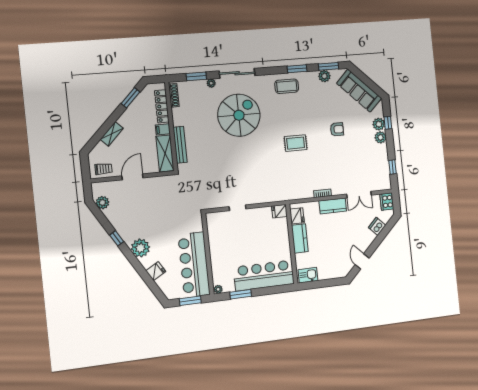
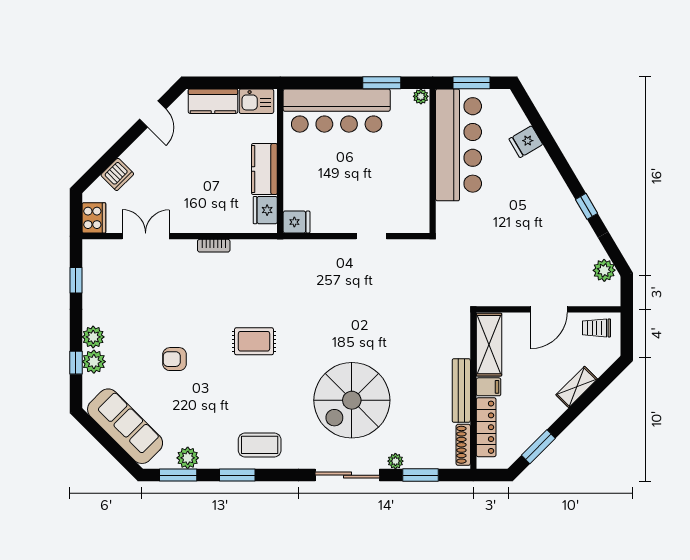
bench: (180, 145) -> (461, 391), moved
kitchen counter: (333, 206) -> (213, 101), moved, turned 180
plant: (140, 248) -> (548, 185), removed

